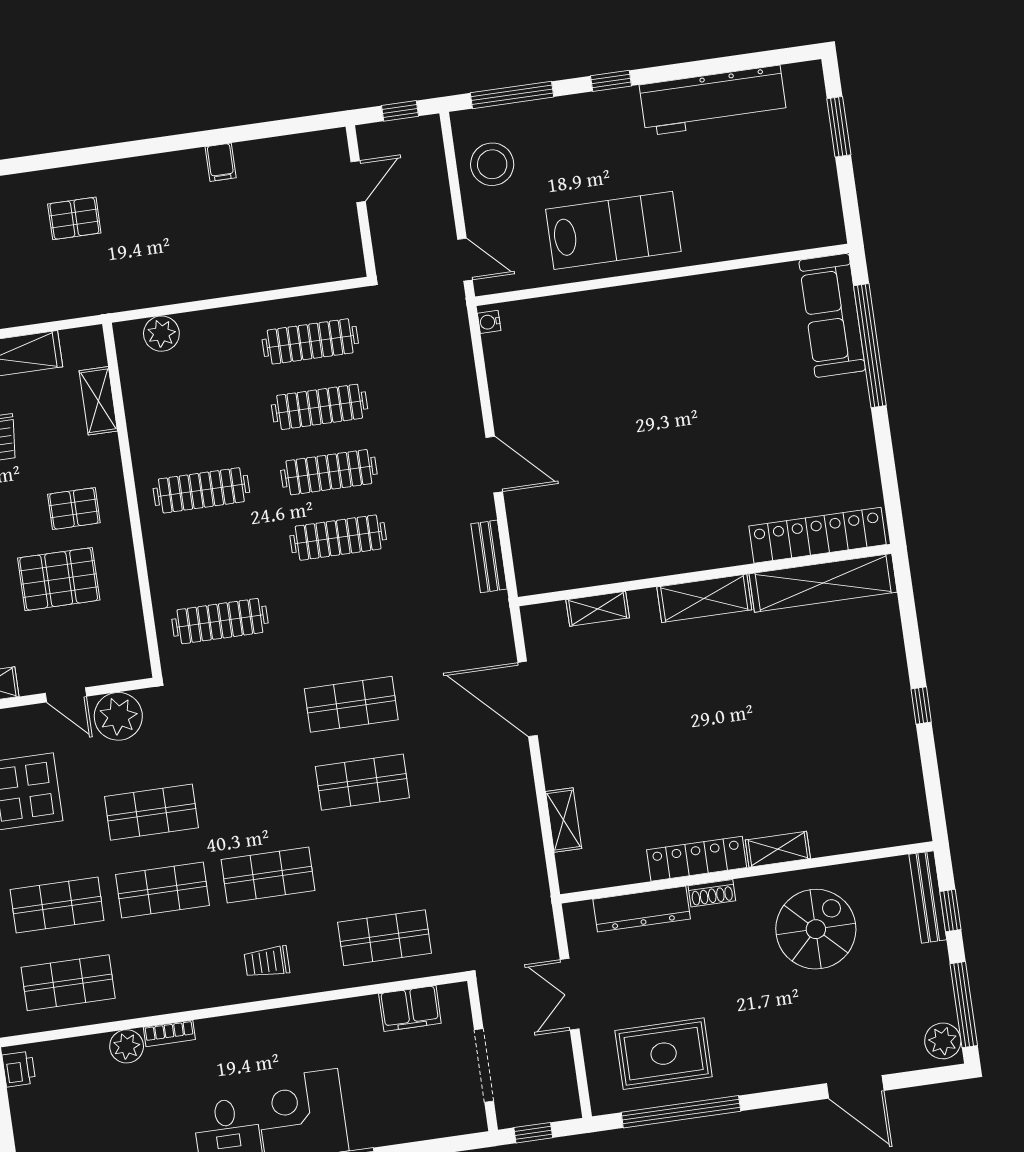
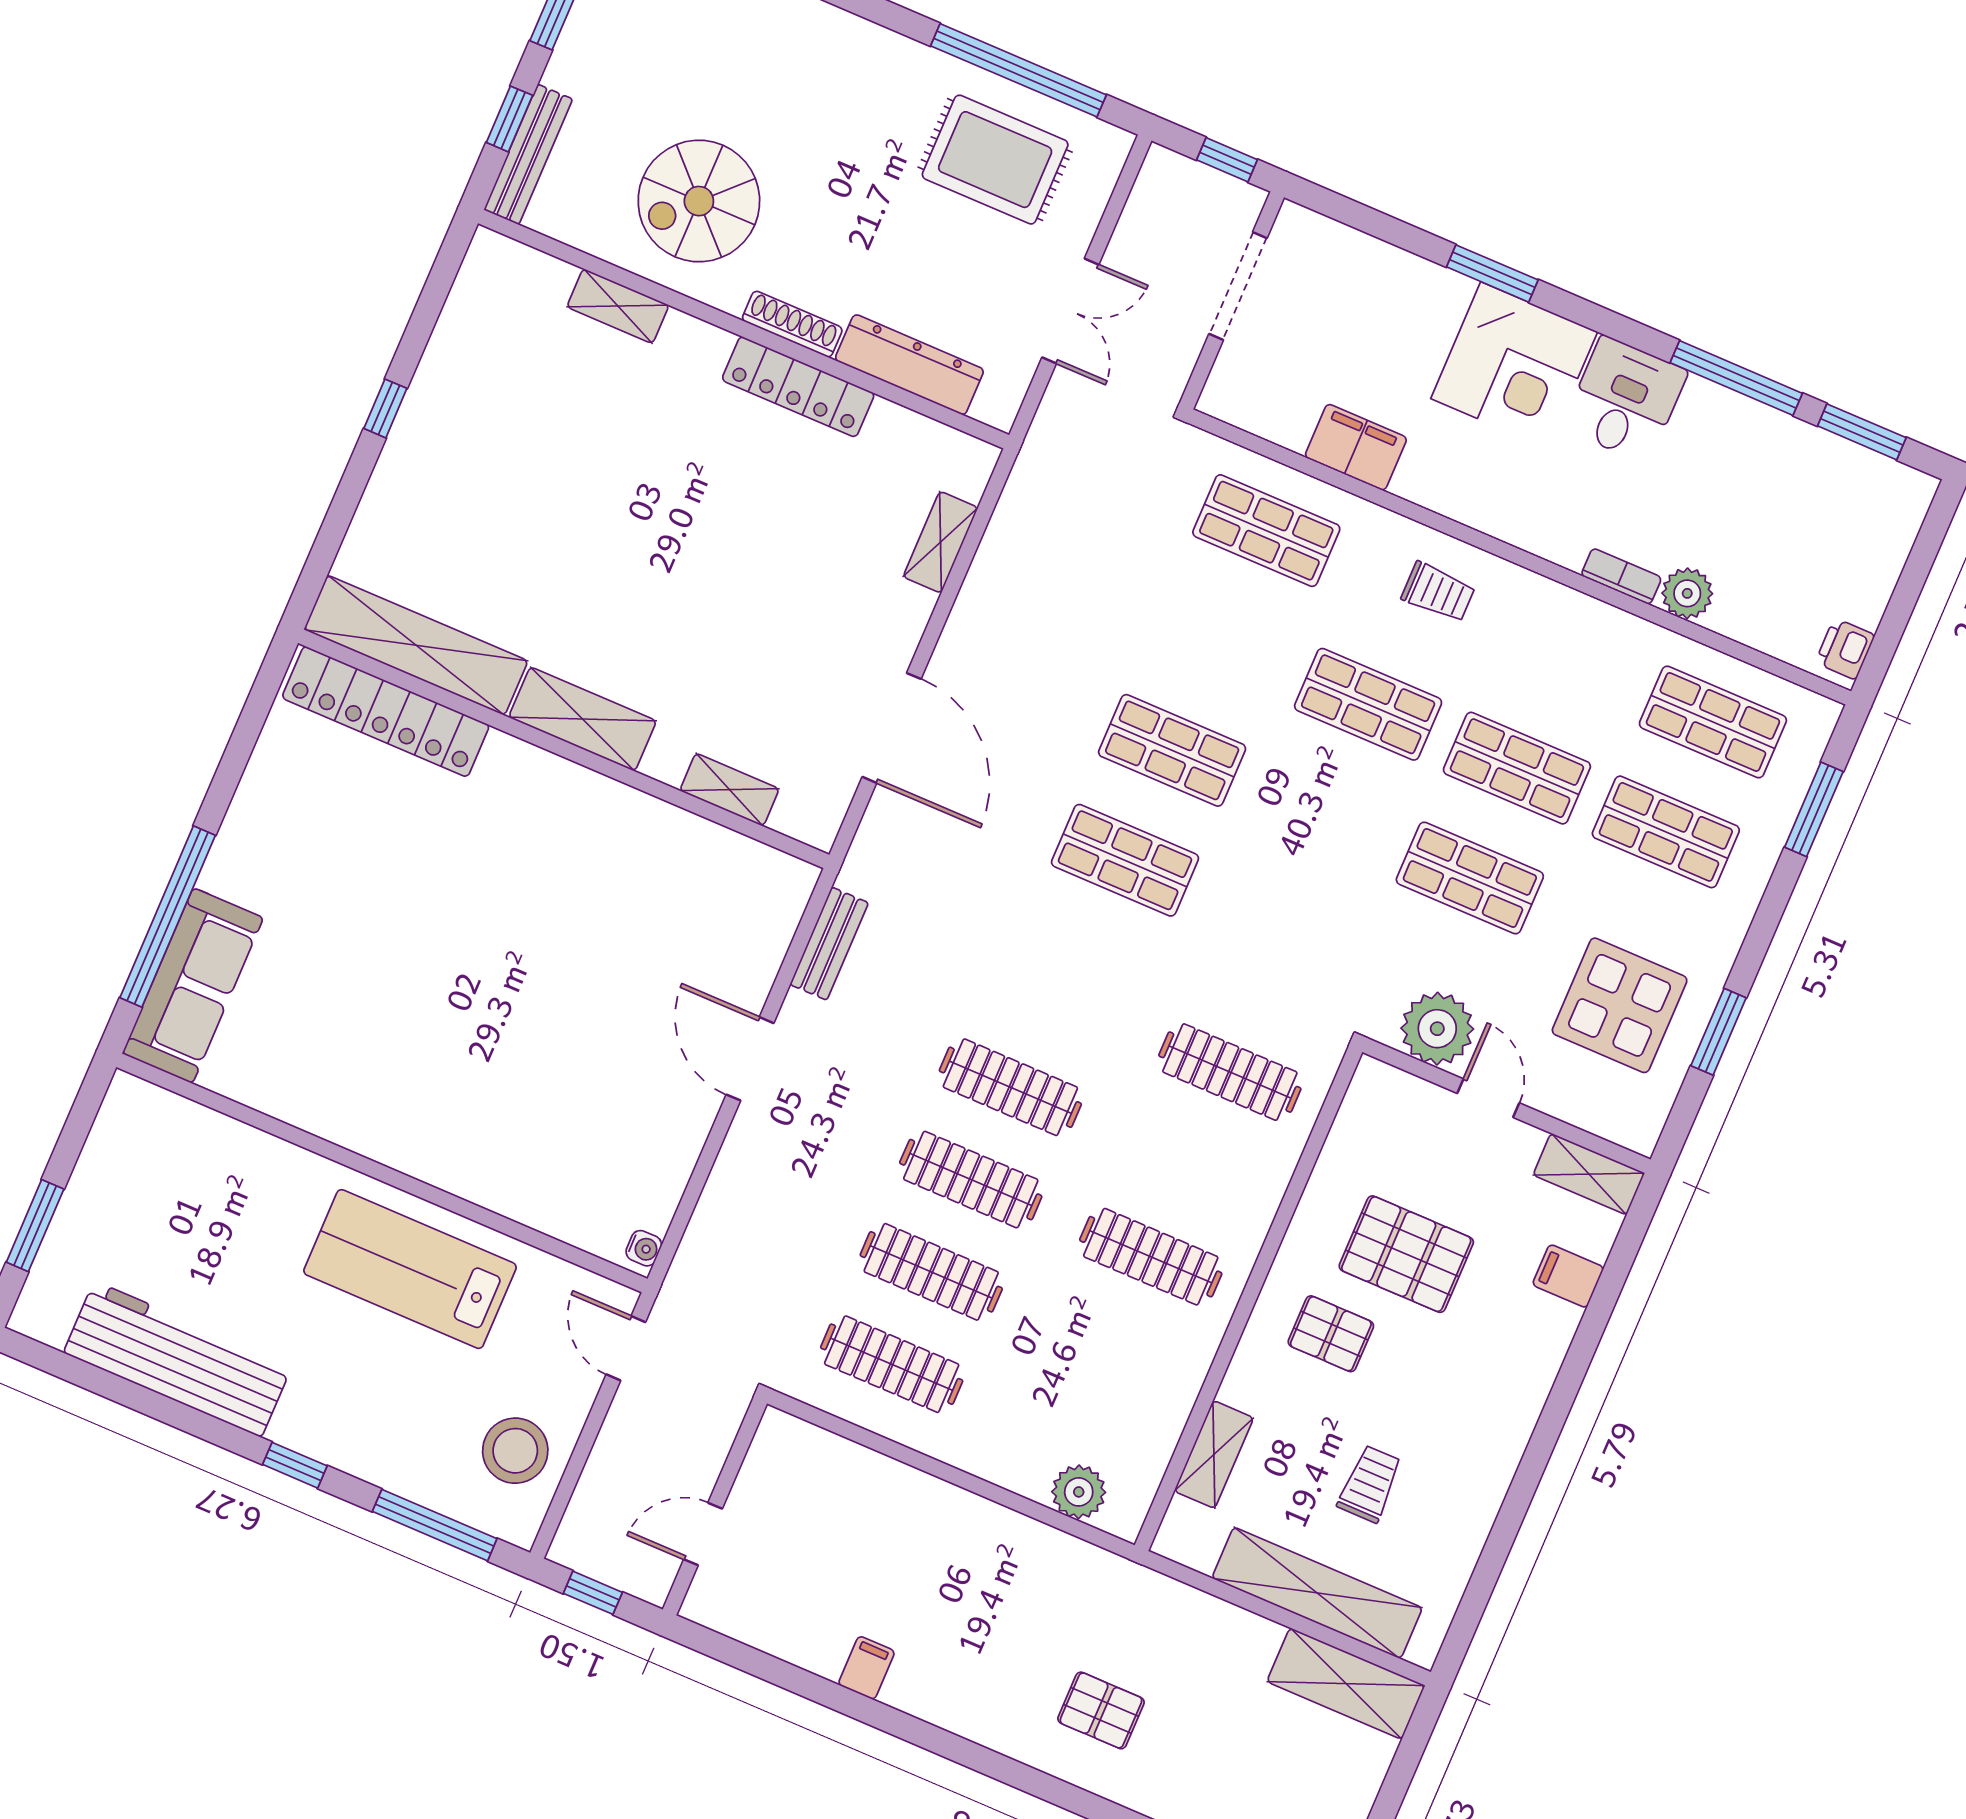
shelving: (778, 849) -> (618, 306), moved
shoe rack: (712, 893) -> (792, 324), width x1.43
filing cabinet: (410, 1009) -> (1356, 447), moved

